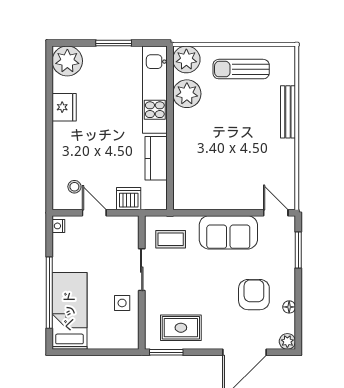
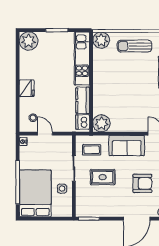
plant: (187, 94) -> (101, 123), moved
fridge: (64, 107) -> (27, 88), moved
dishwasher: (129, 199) -> (83, 122), moved, turned -90
armchair: (254, 295) -> (142, 183), turned 90
bed: (69, 311) -> (35, 193), width x1.50
rug: (181, 328) -> (103, 177), moved

